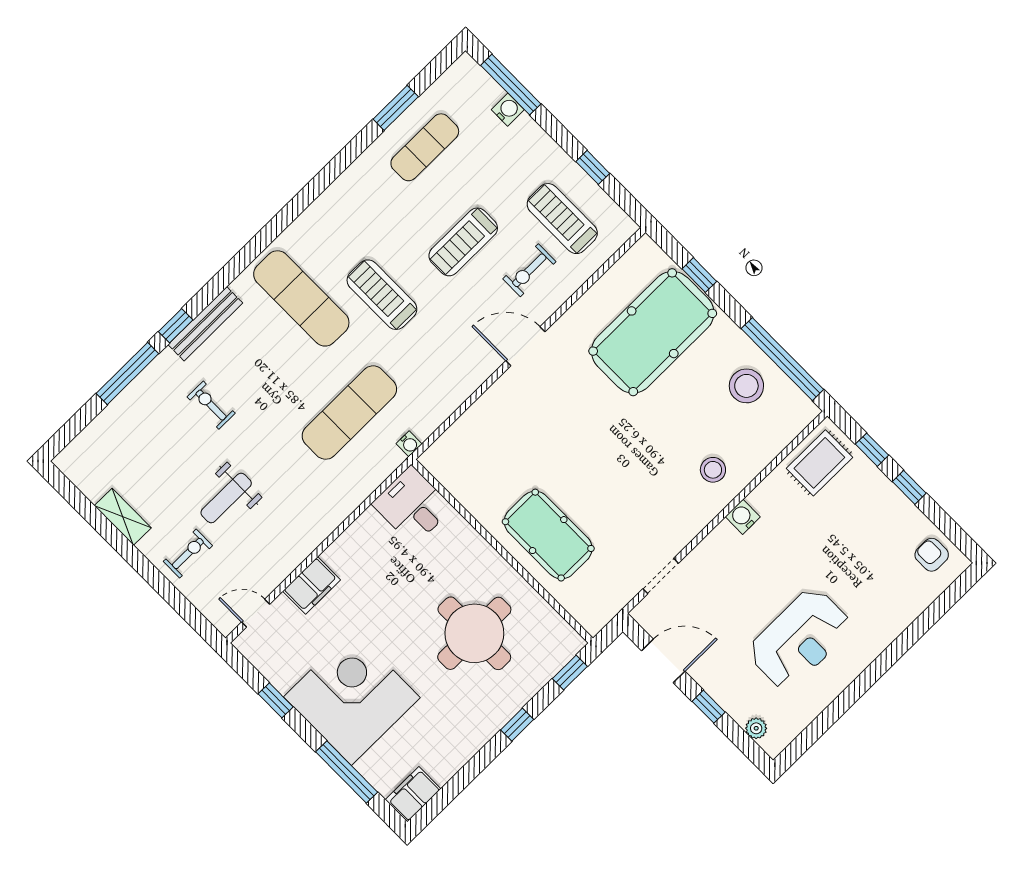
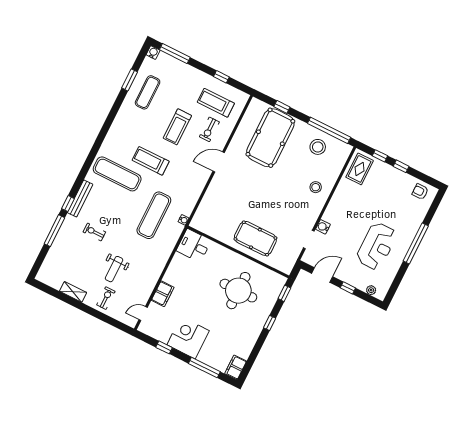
water cooler: (508, 110) -> (153, 53), moved
water cooler: (743, 517) -> (323, 227), moved
window: (885, 662) -> (416, 243), added
corner desk: (352, 697) -> (188, 338), width x0.74, depth x0.74

